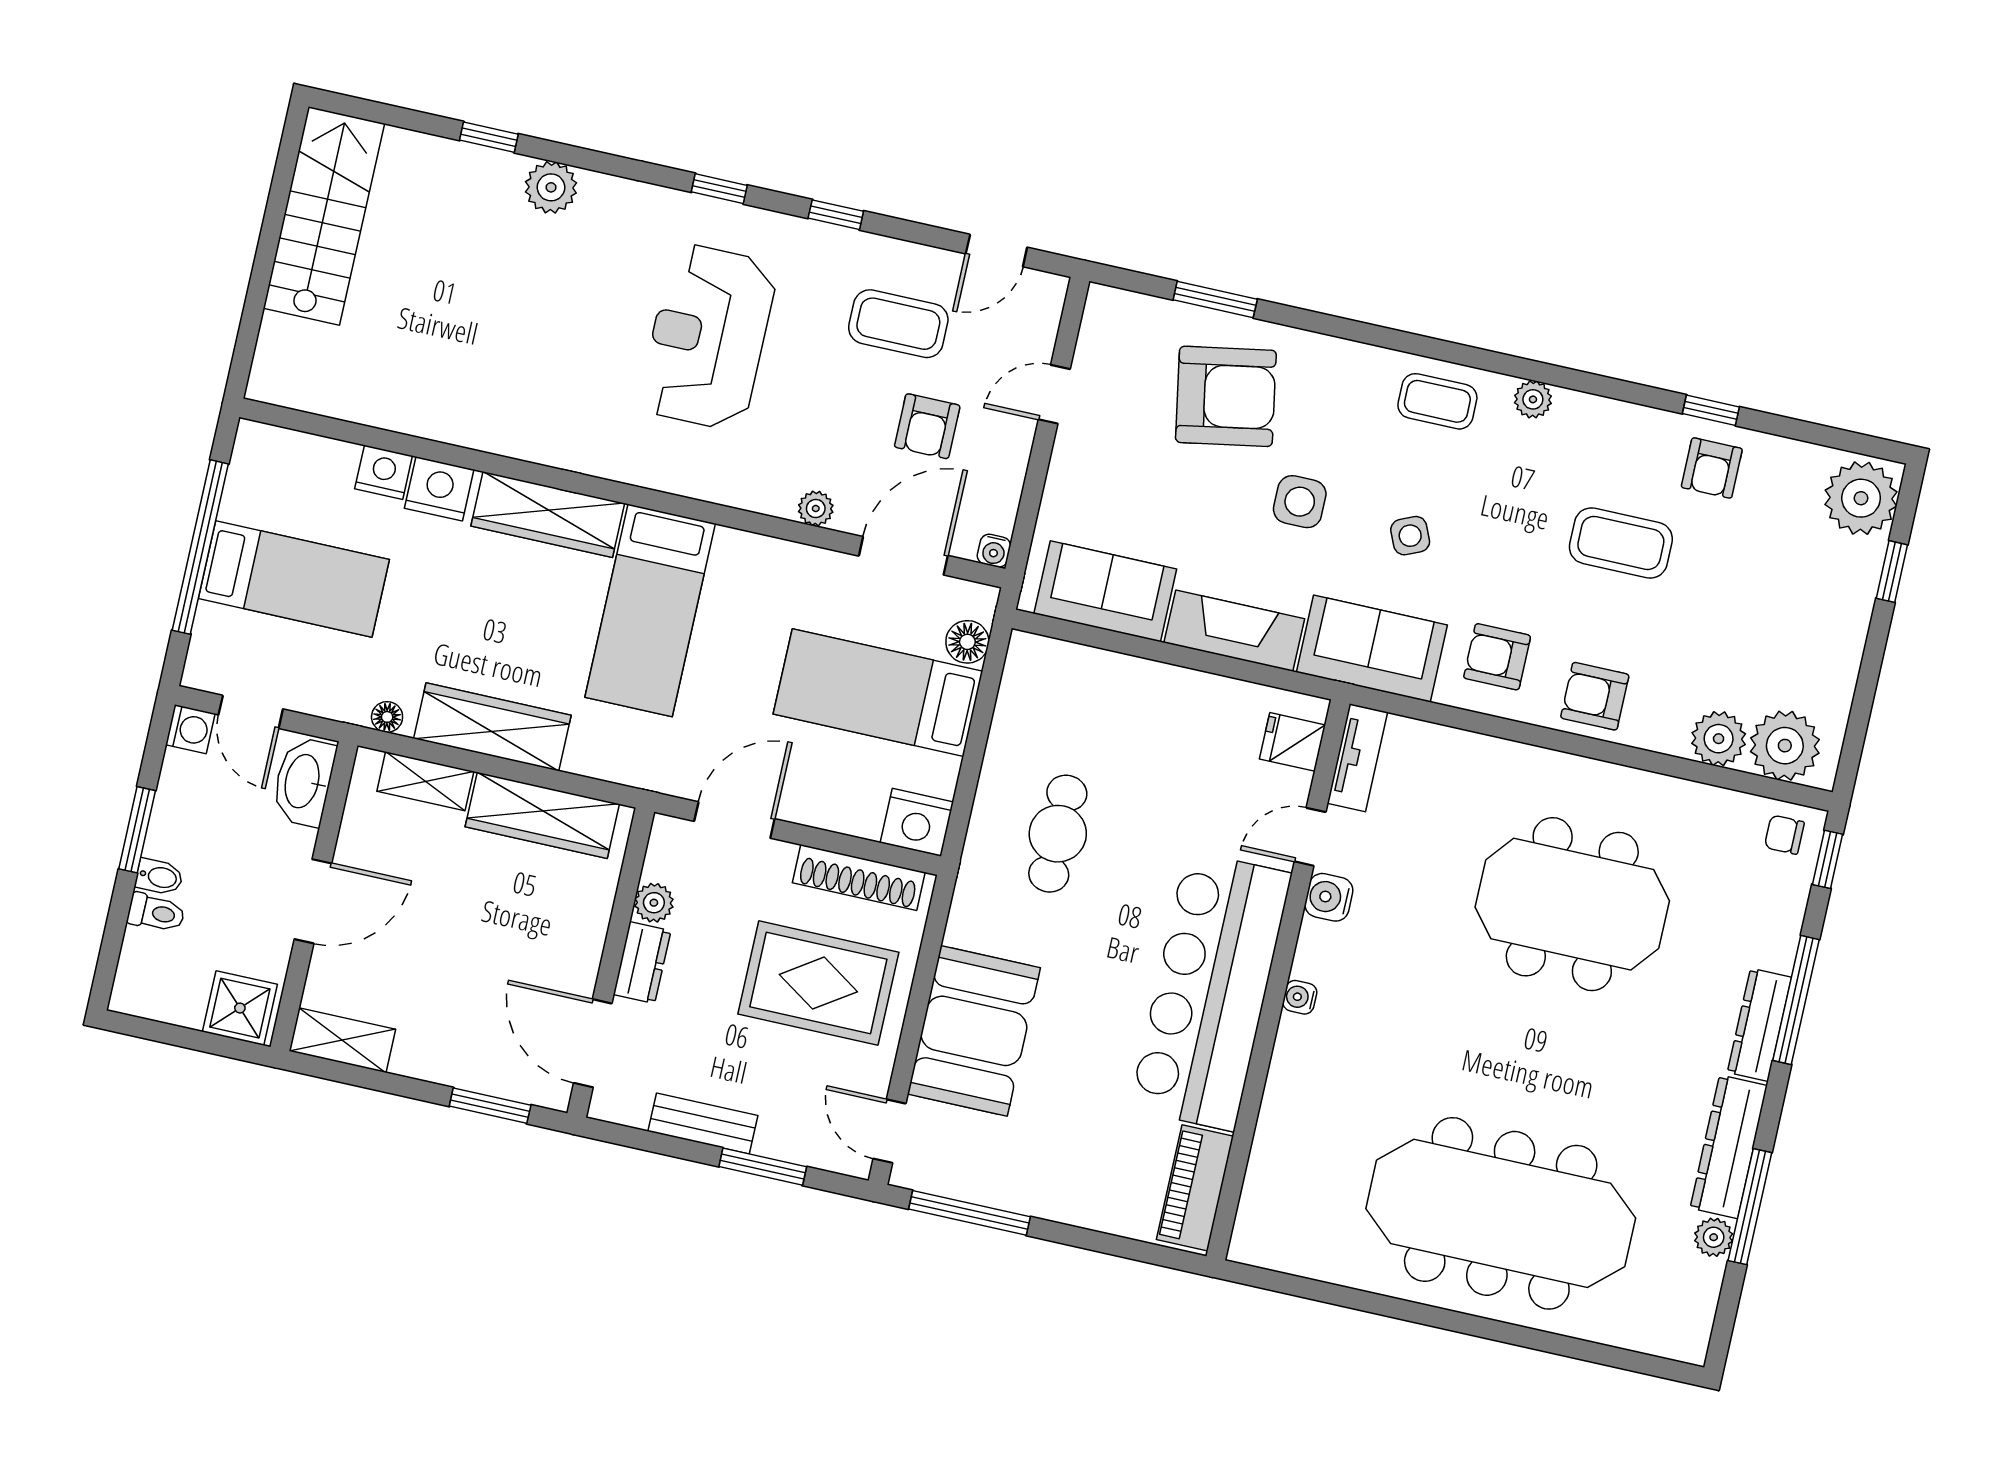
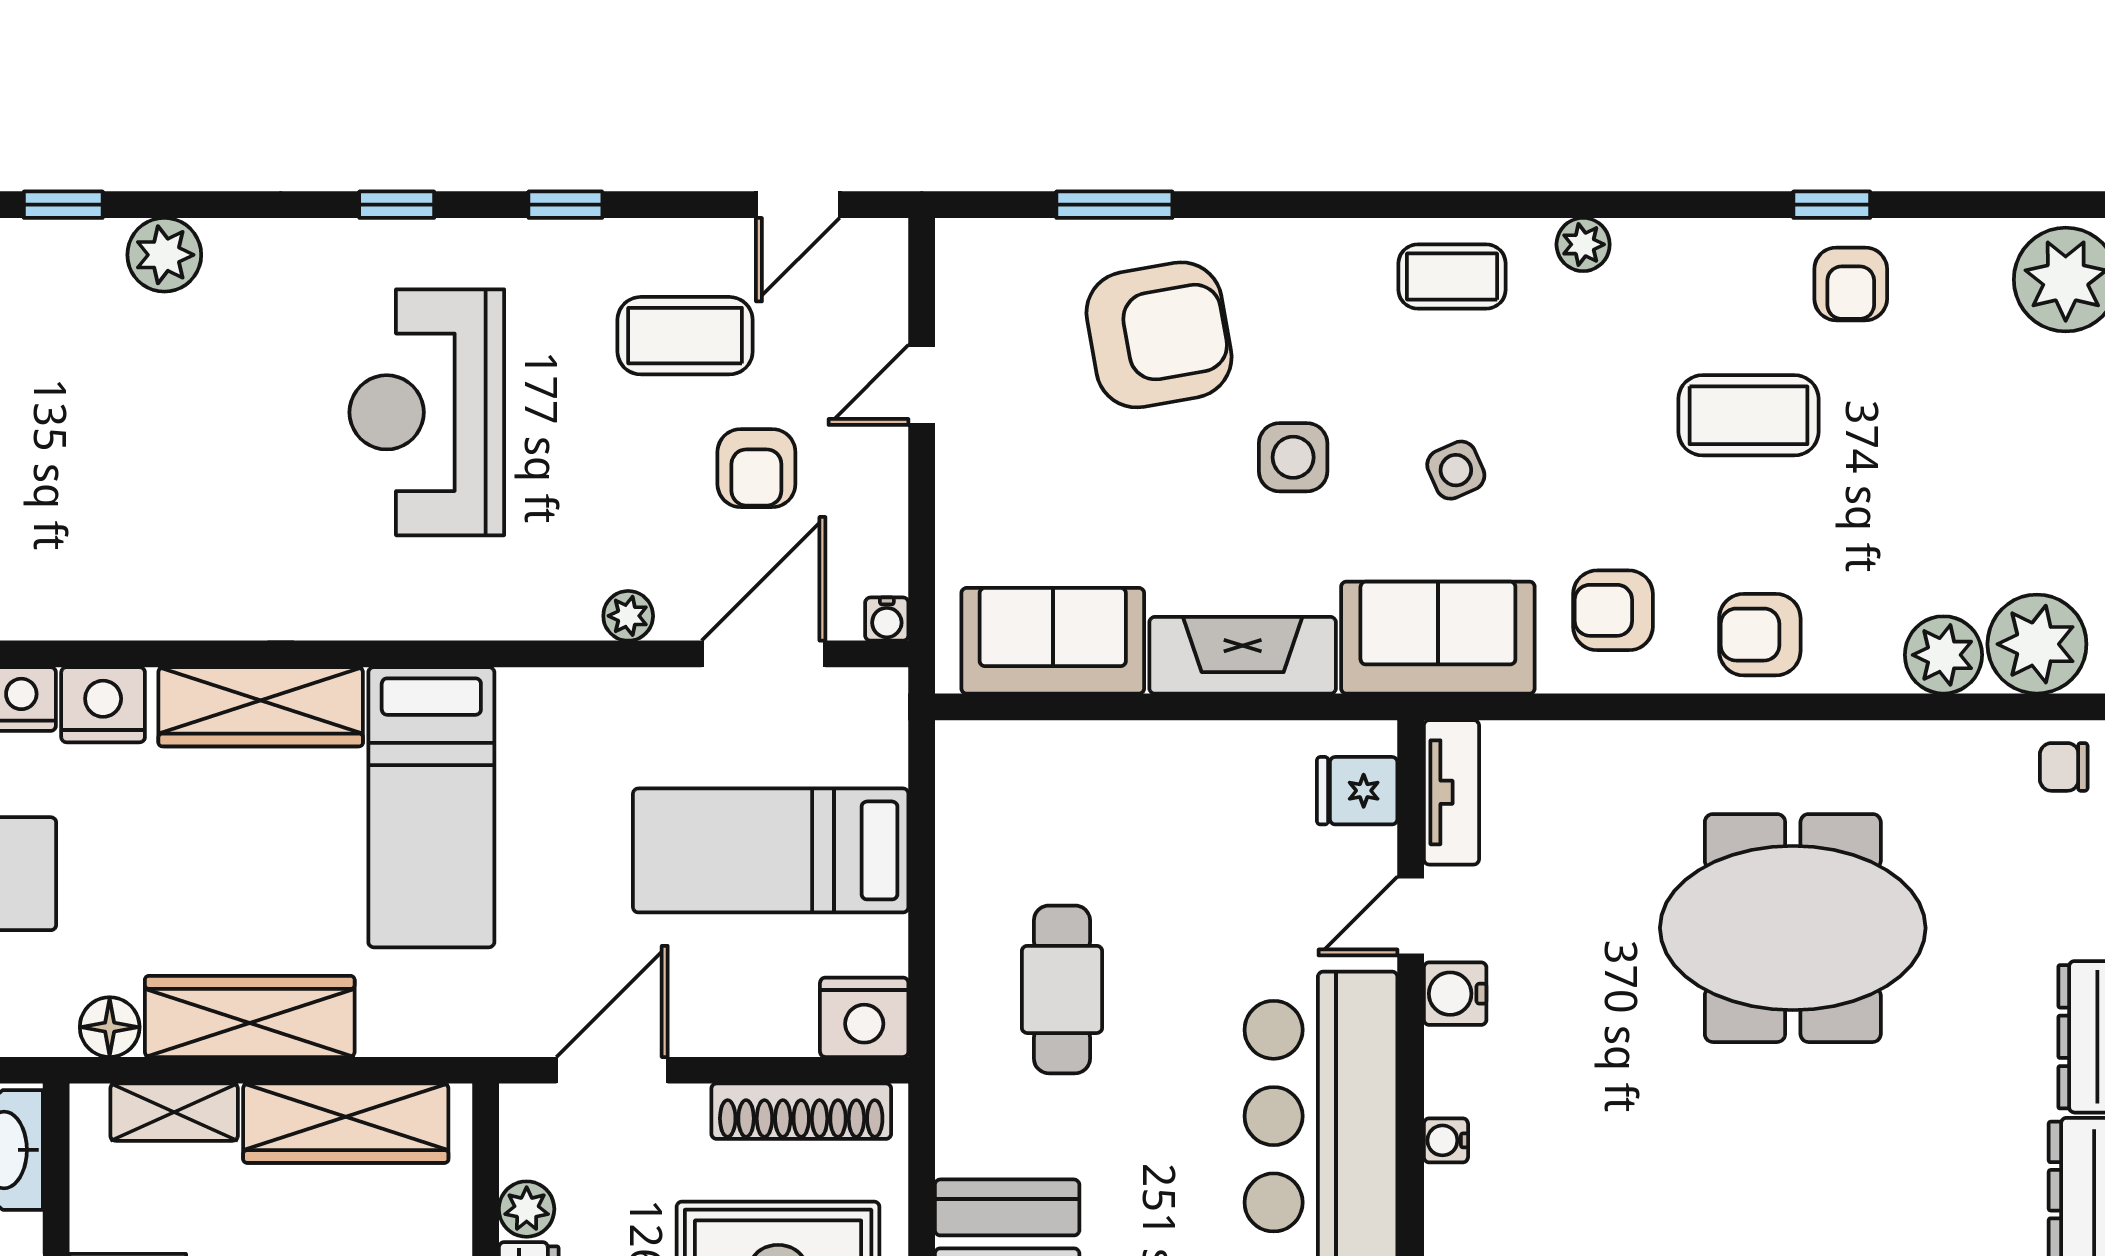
floor lamp: (967, 642) -> (878, 753), removed
floor lamp: (387, 717) -> (110, 1027), width x1.37, depth x1.37

